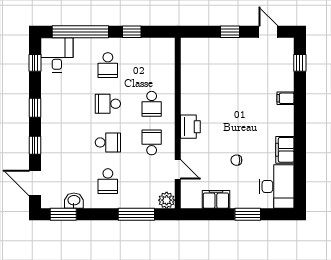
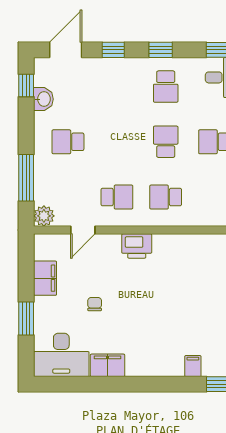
filing cabinet: (286, 98) -> (193, 366), moved
school desk: (108, 142) -> (166, 87), moved
window: (63, 214) -> (26, 85), width x0.67

